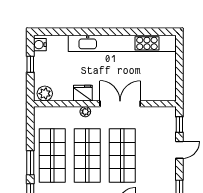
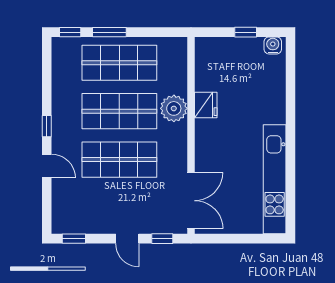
kitchen unit: (122, 43) -> (275, 179), width x0.73
plant: (45, 94) -> (205, 52), removed
double door: (120, 104) -> (191, 201), moved
plant: (85, 112) -> (174, 108), width x1.87, depth x1.87

